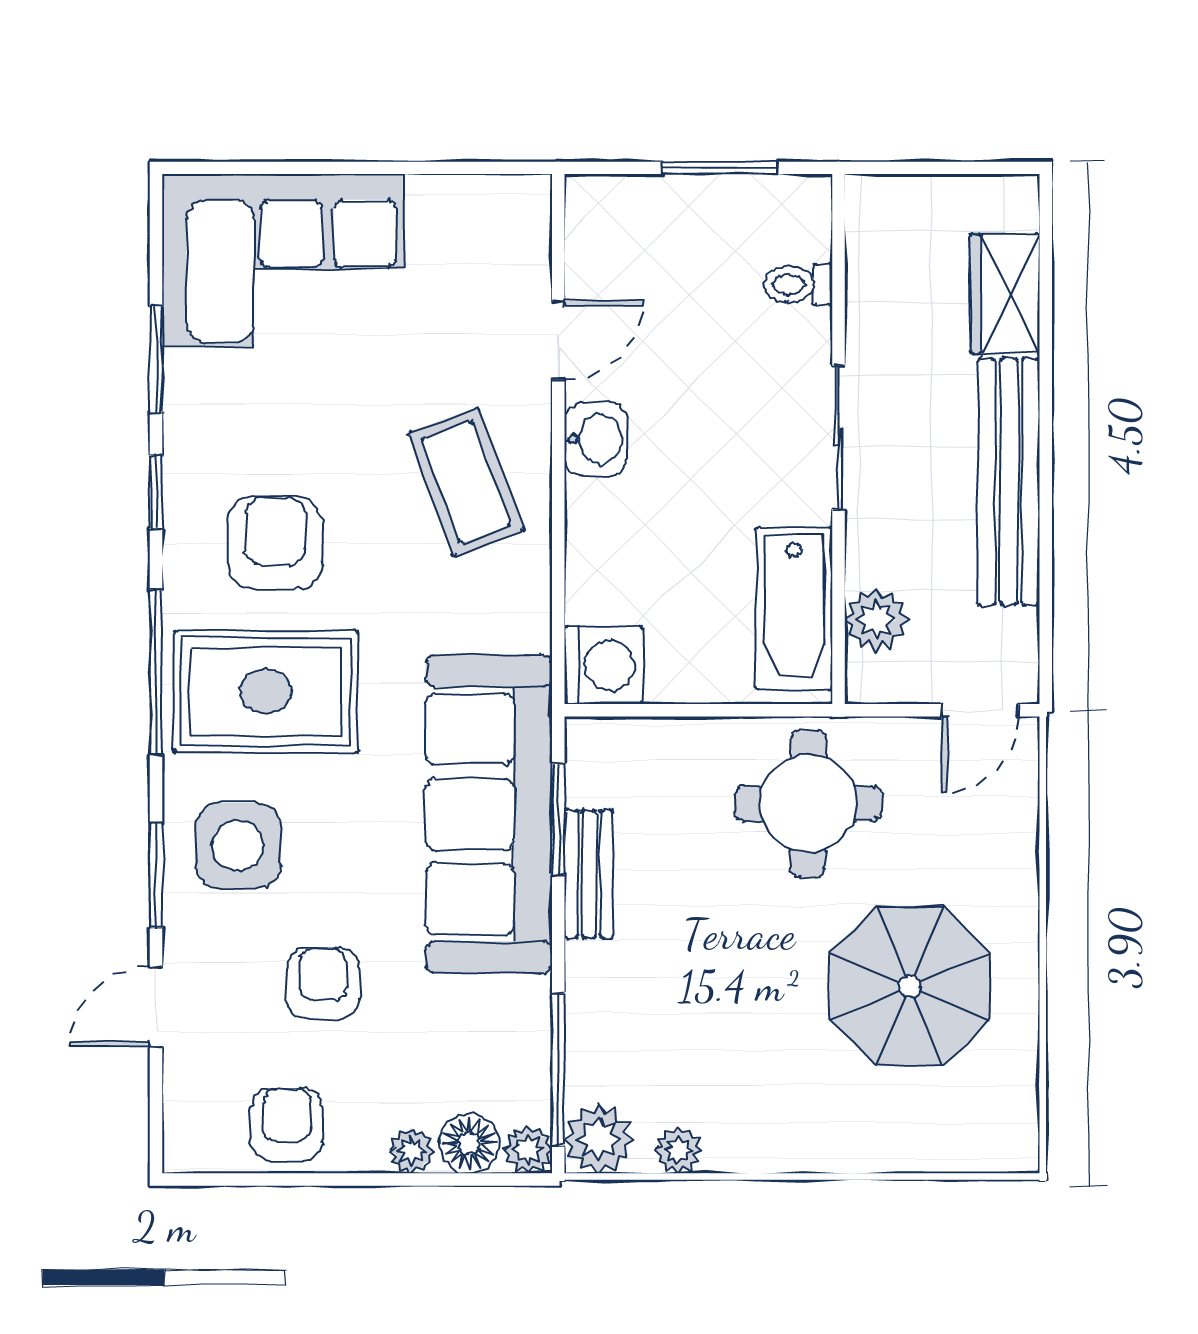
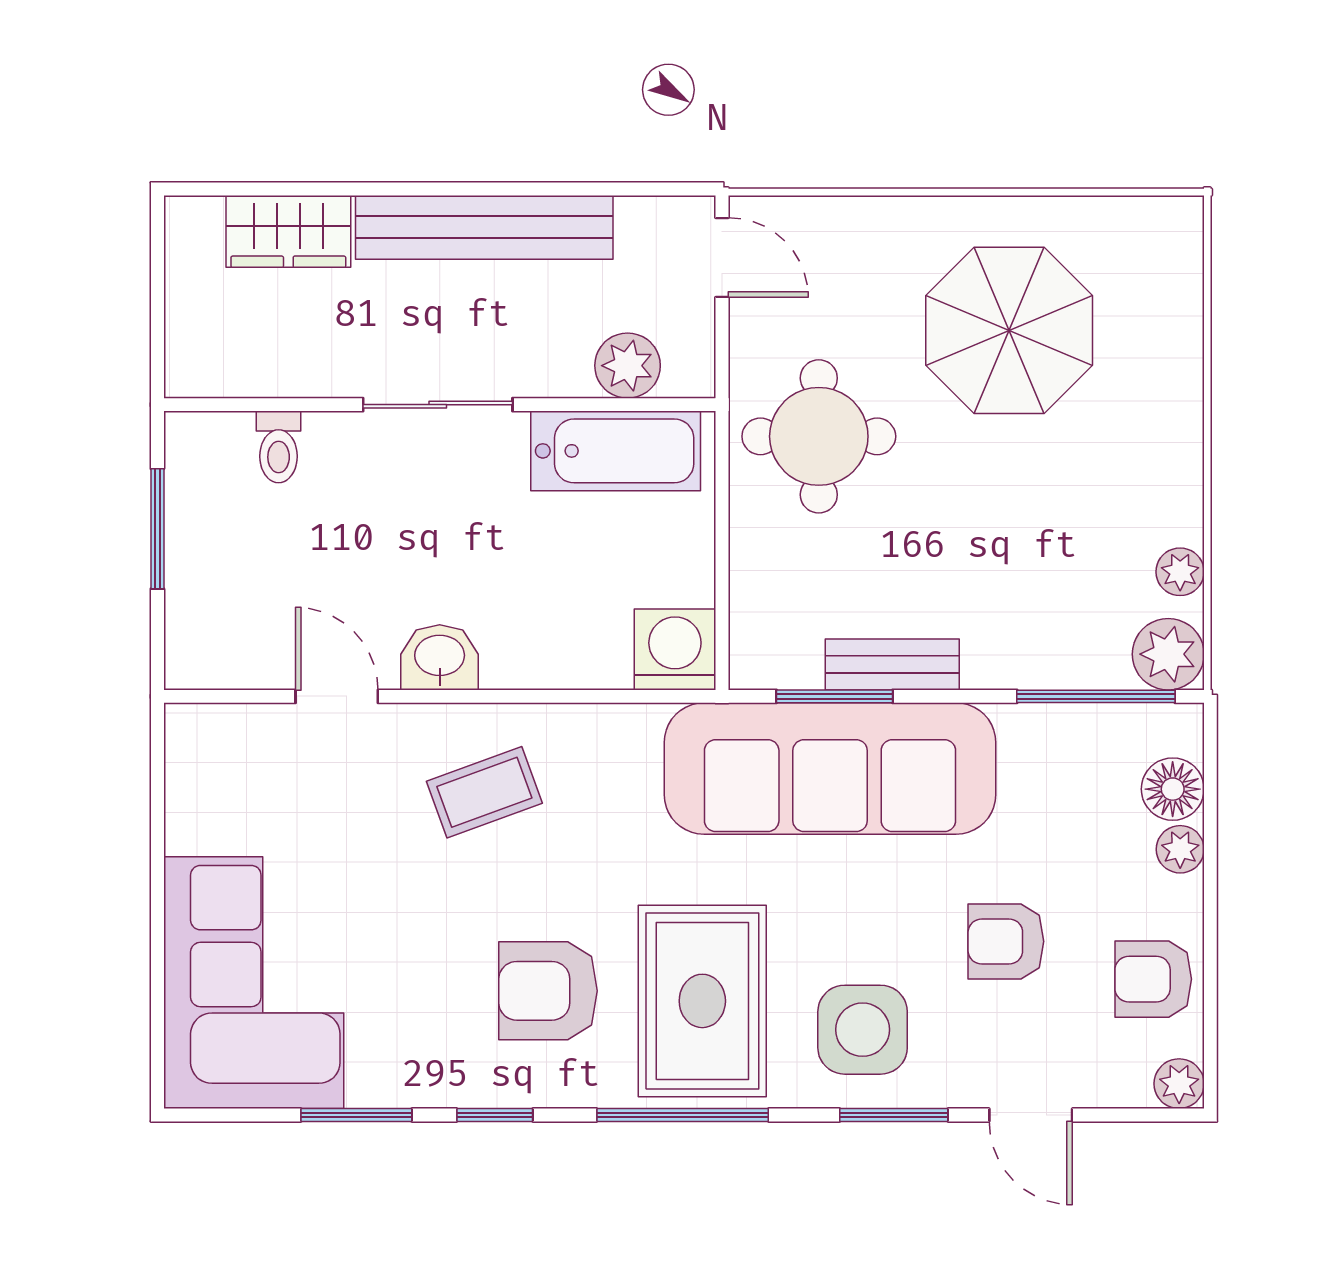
coffee table: (466, 482) -> (484, 792), width x0.73, depth x0.77
plant: (528, 1149) -> (1179, 1084), moved

